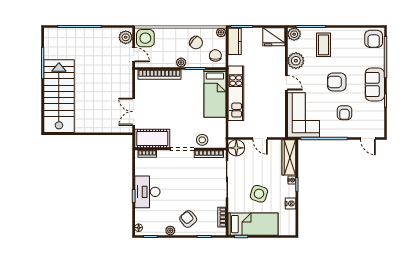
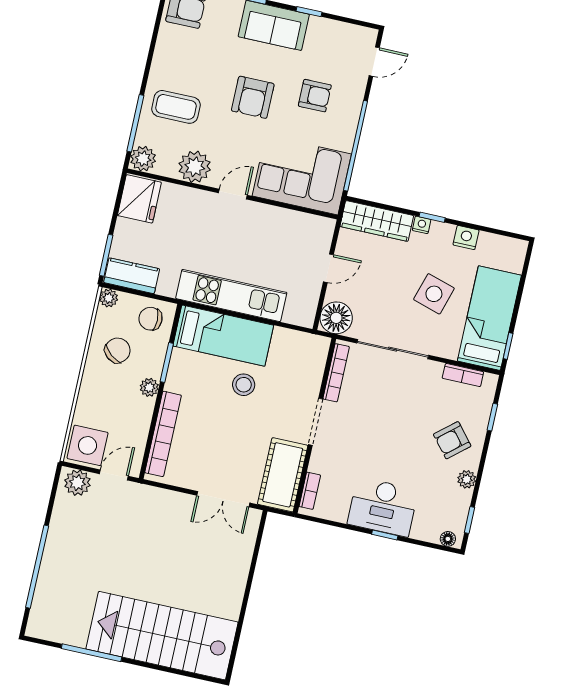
stool: (202, 140) -> (244, 385), moved

